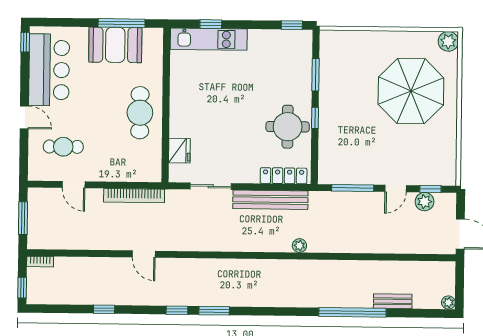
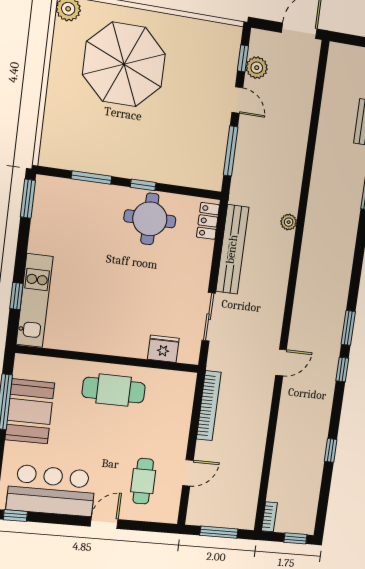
window: (292, 25) -> (28, 199), width x1.50
locker: (284, 176) -> (208, 221), width x0.66
door: (144, 254) -> (281, 363), moved

